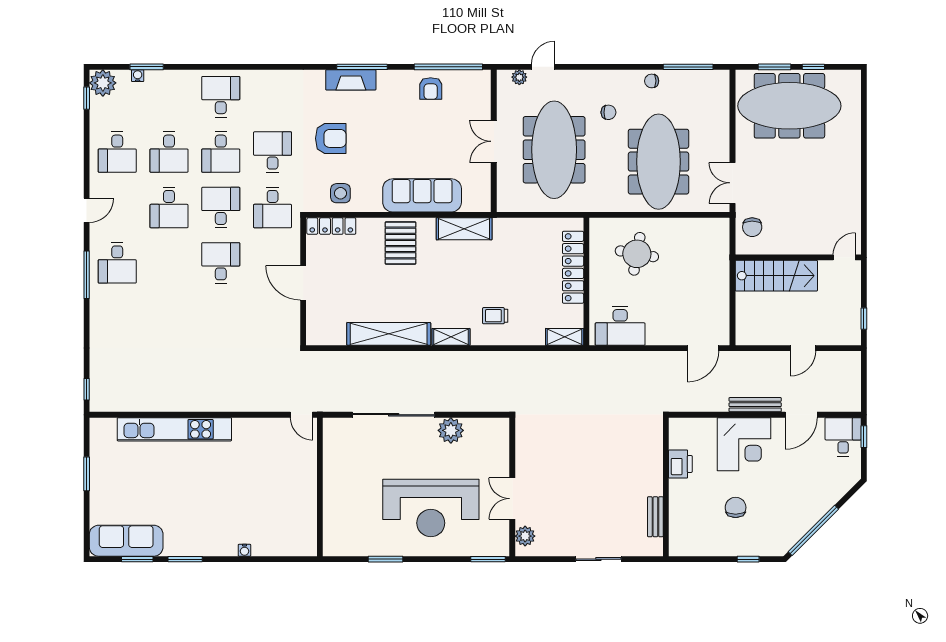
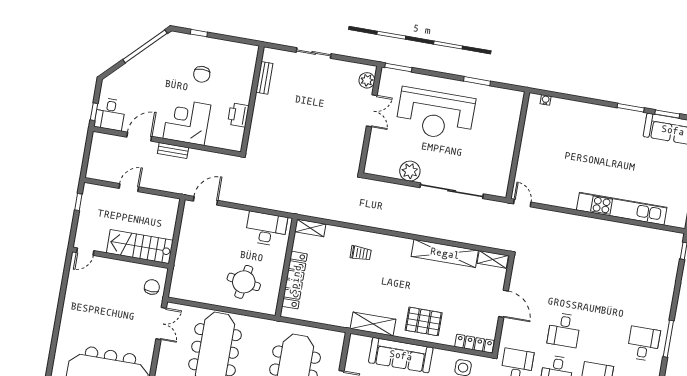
pallet: (401, 243) -> (424, 321), turned 90
shelving: (451, 337) -> (493, 259), moved
bench: (755, 405) -> (173, 151), width x0.73
reception desk: (431, 508) -> (435, 114), turned 180
water cooler: (244, 550) -> (546, 100), moved

